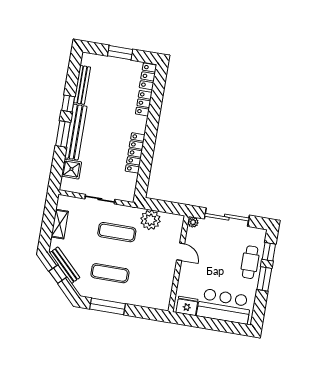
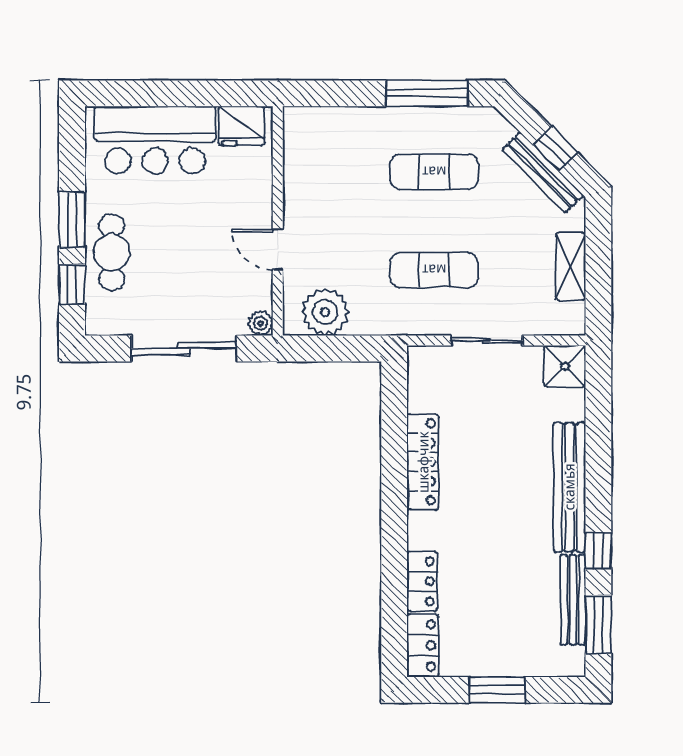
window: (63, 134) -> (598, 625), moved
shower: (71, 169) -> (565, 366), moved
plant: (150, 220) -> (325, 312), moved

